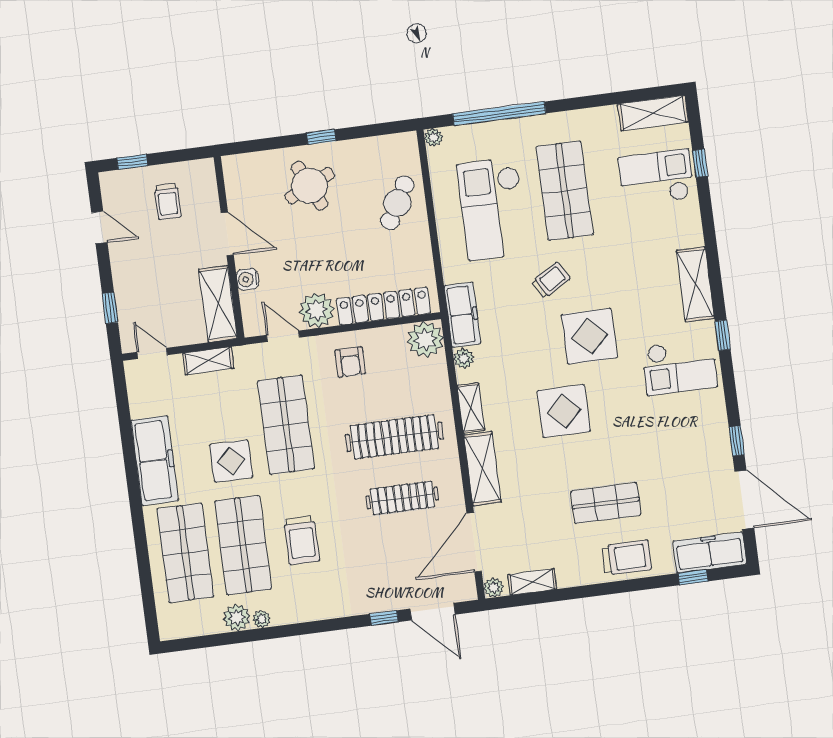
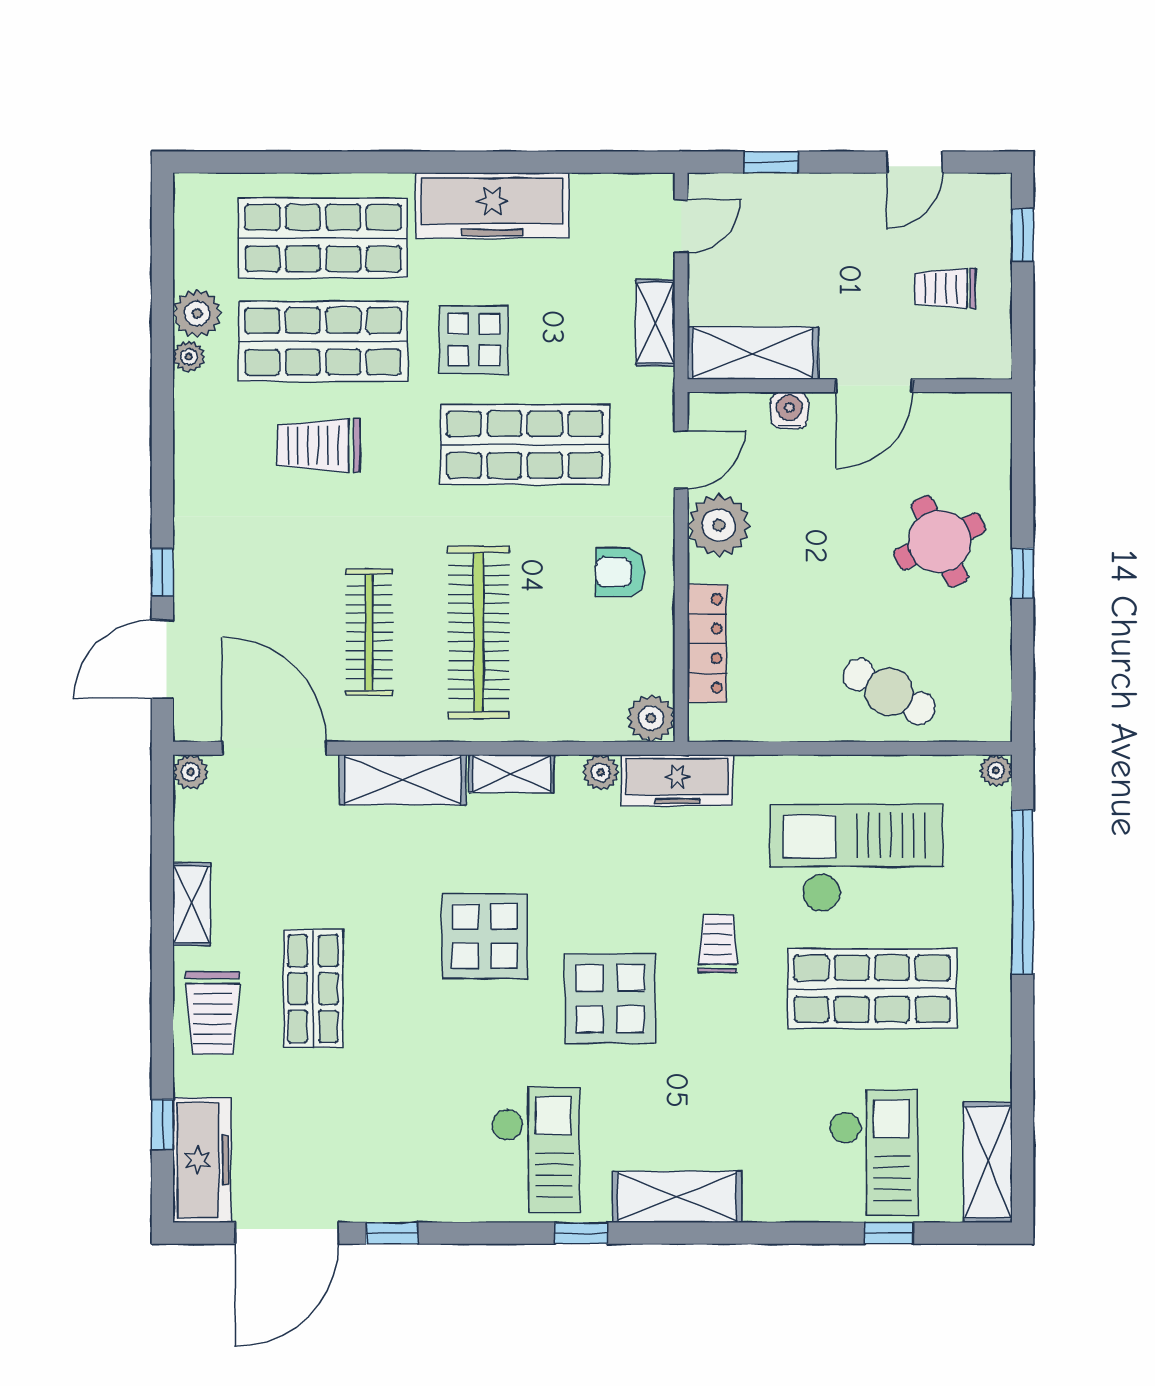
trolley: (551, 280) -> (718, 944), turned -149
locker: (383, 306) -> (707, 644), width x0.71, depth x0.83
plant: (425, 339) -> (651, 718), width x0.73, depth x0.73
checkout: (679, 367) -> (536, 1150), turned 180
shelving: (532, 582) -> (192, 904), moved

